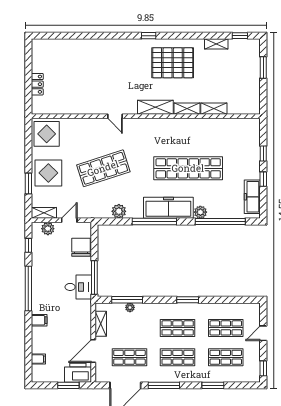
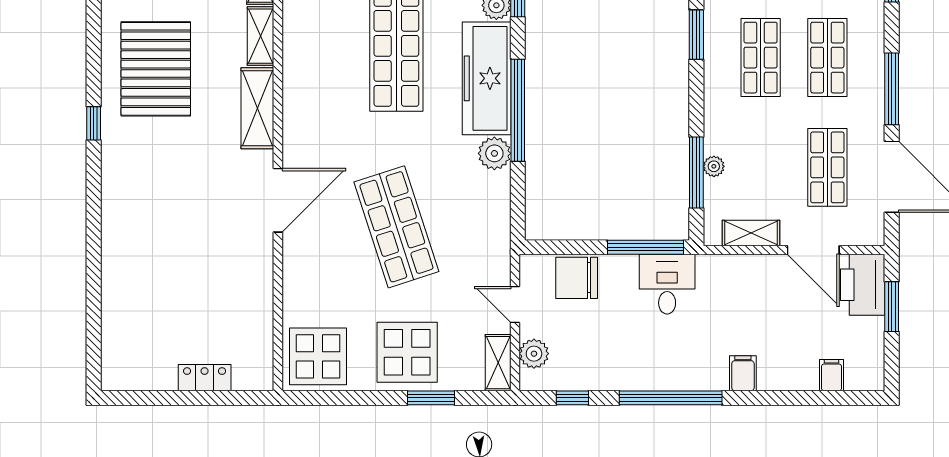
door: (115, 116) -> (278, 200), width x1.88
plant: (119, 211) -> (494, 153), moved

